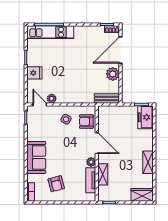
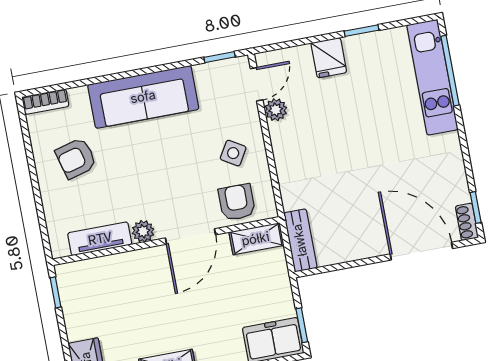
plant: (113, 74) -> (361, 244), removed
sofa: (36, 157) -> (143, 97), width x1.36
shelving: (103, 174) -> (256, 239), moved

